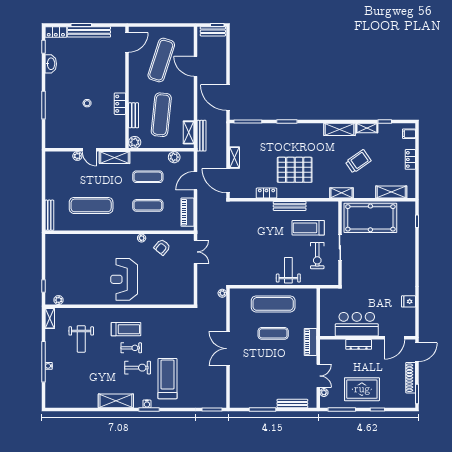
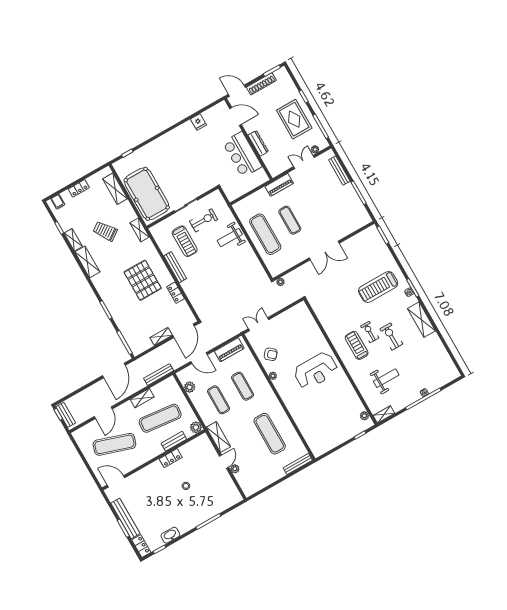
shelving: (189, 132) -> (142, 398), moved
exercise bike: (138, 368) -> (391, 336), moved

